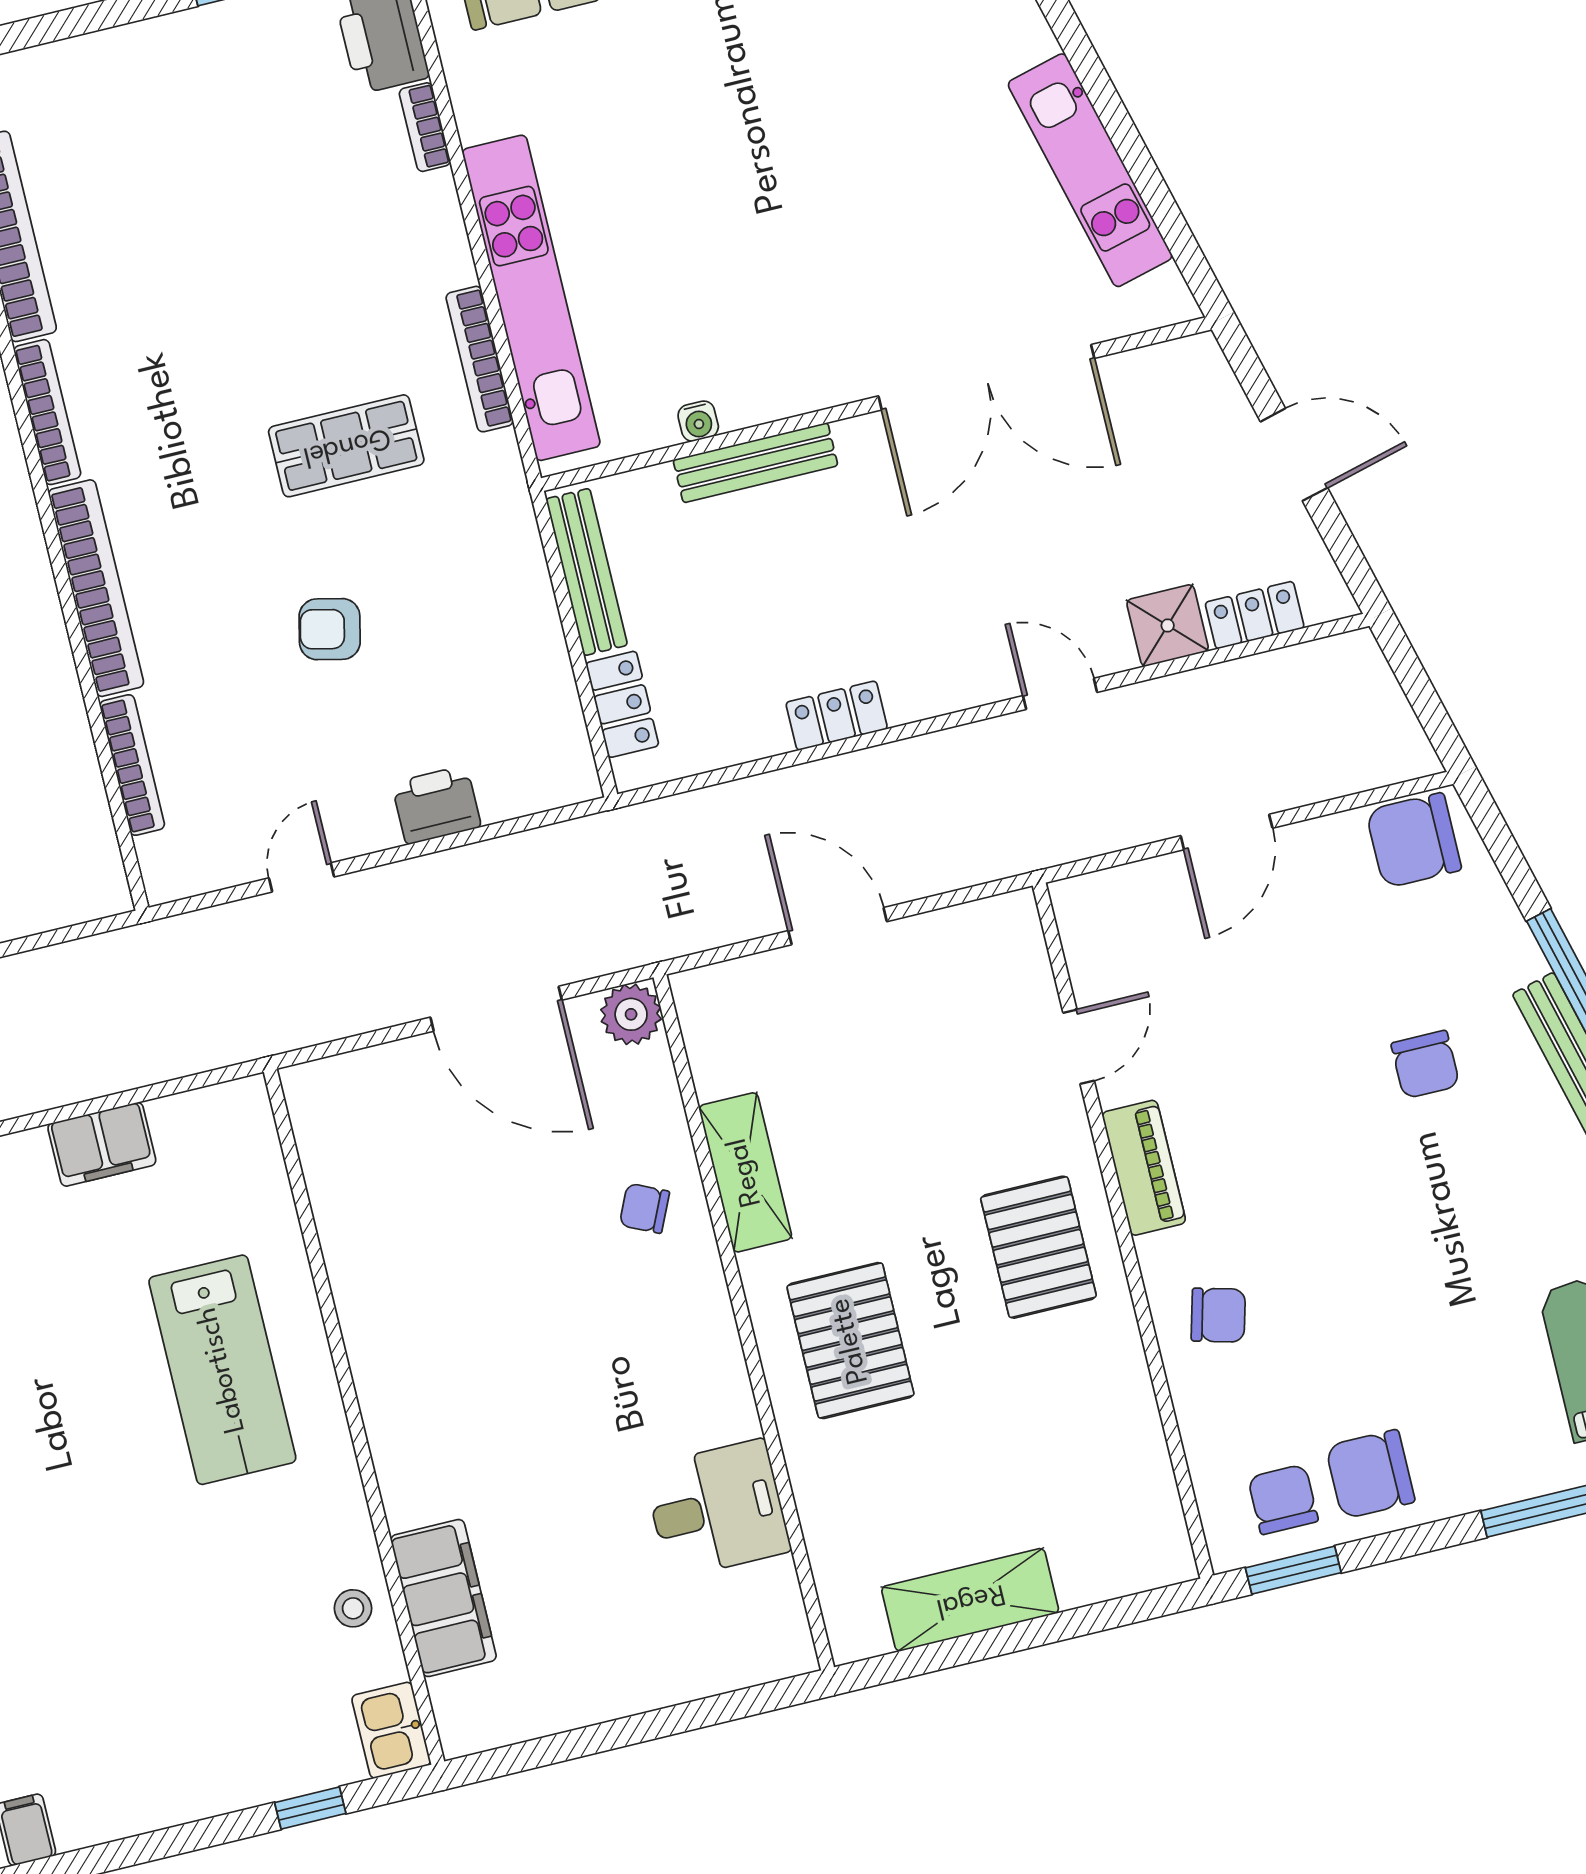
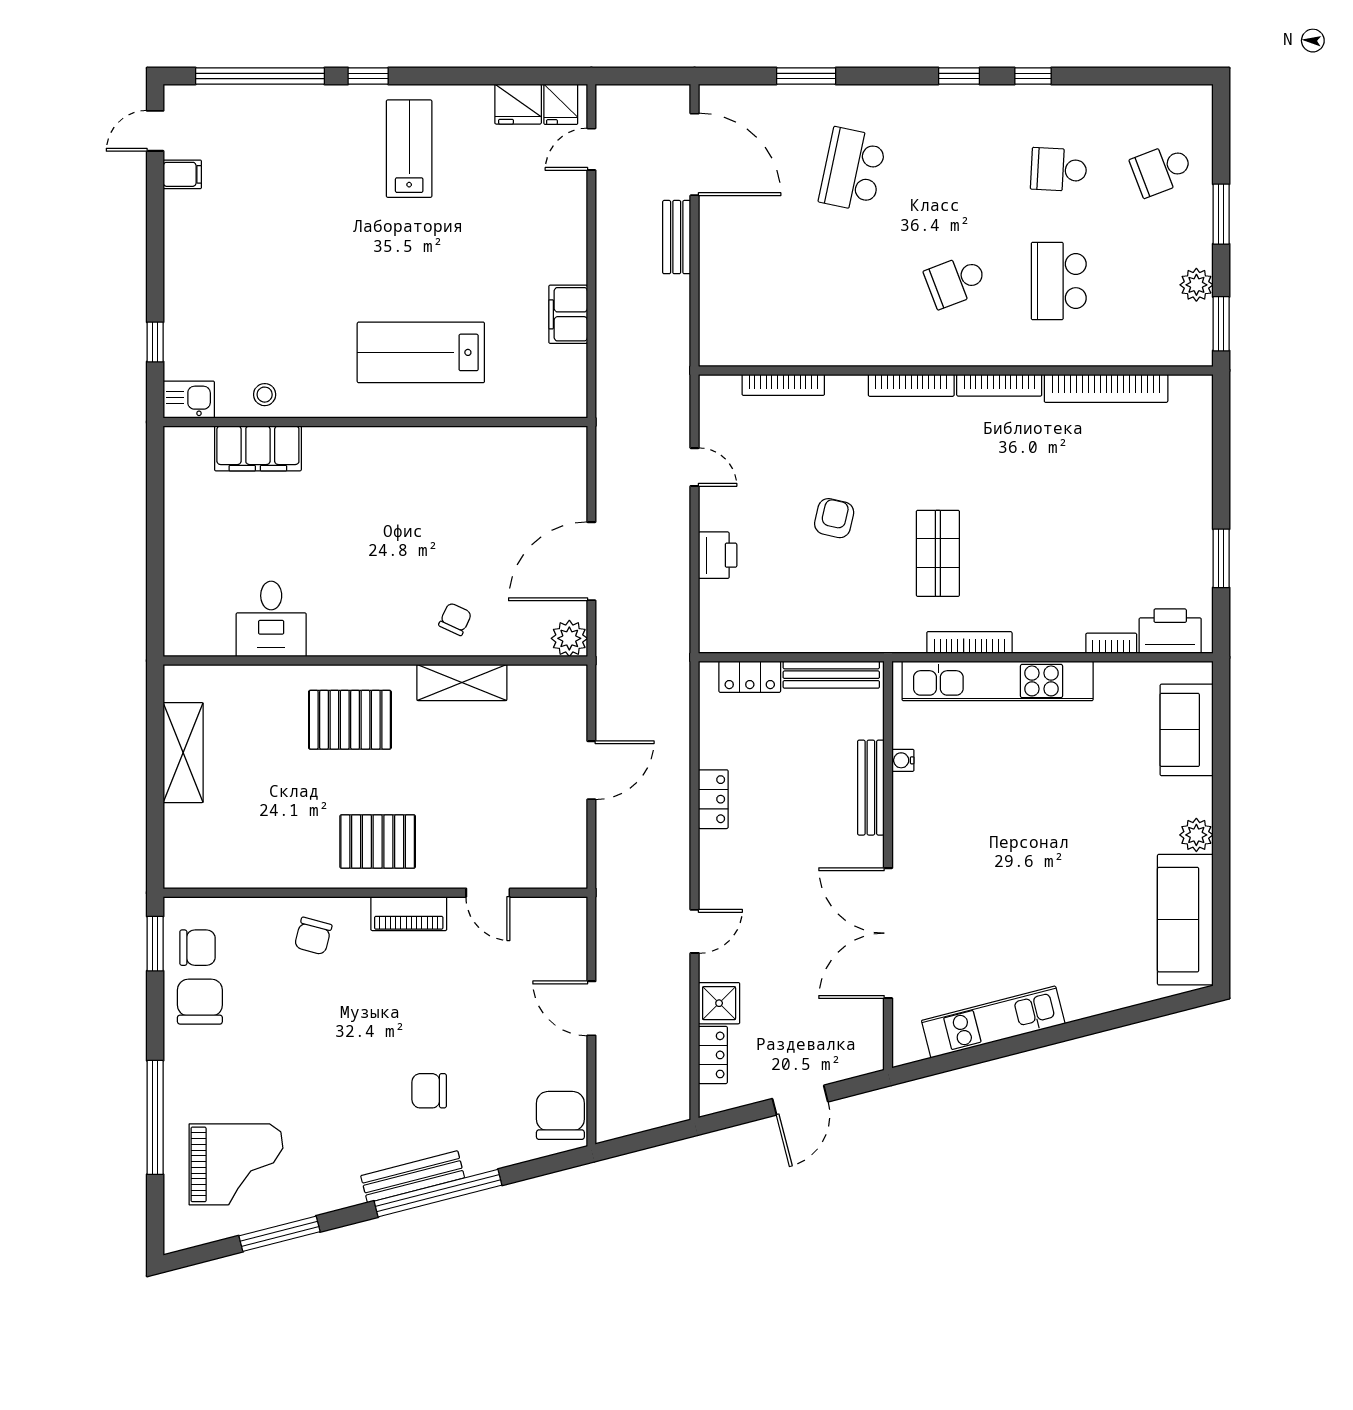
bookcase: (96, 588) -> (911, 385), width x0.68, depth x0.76

